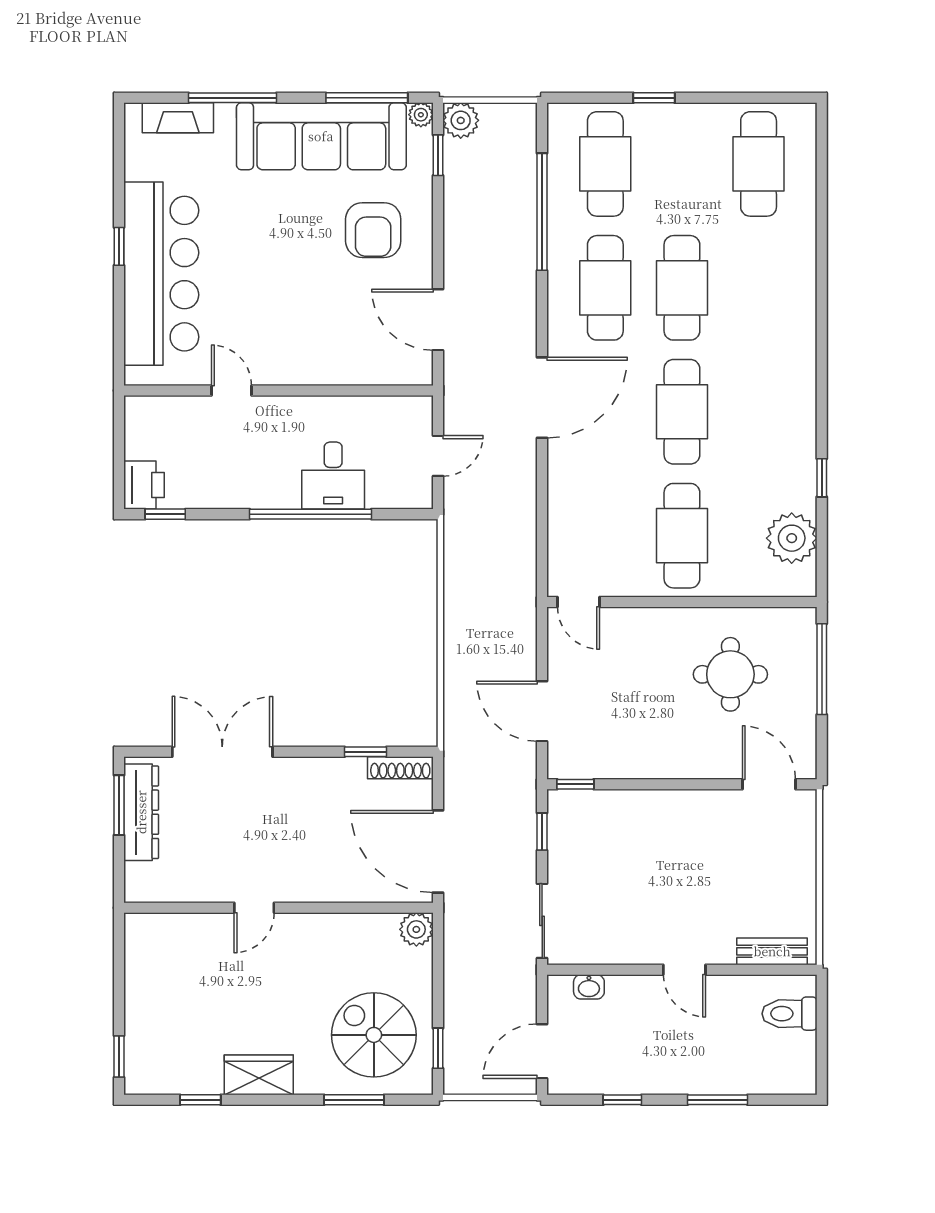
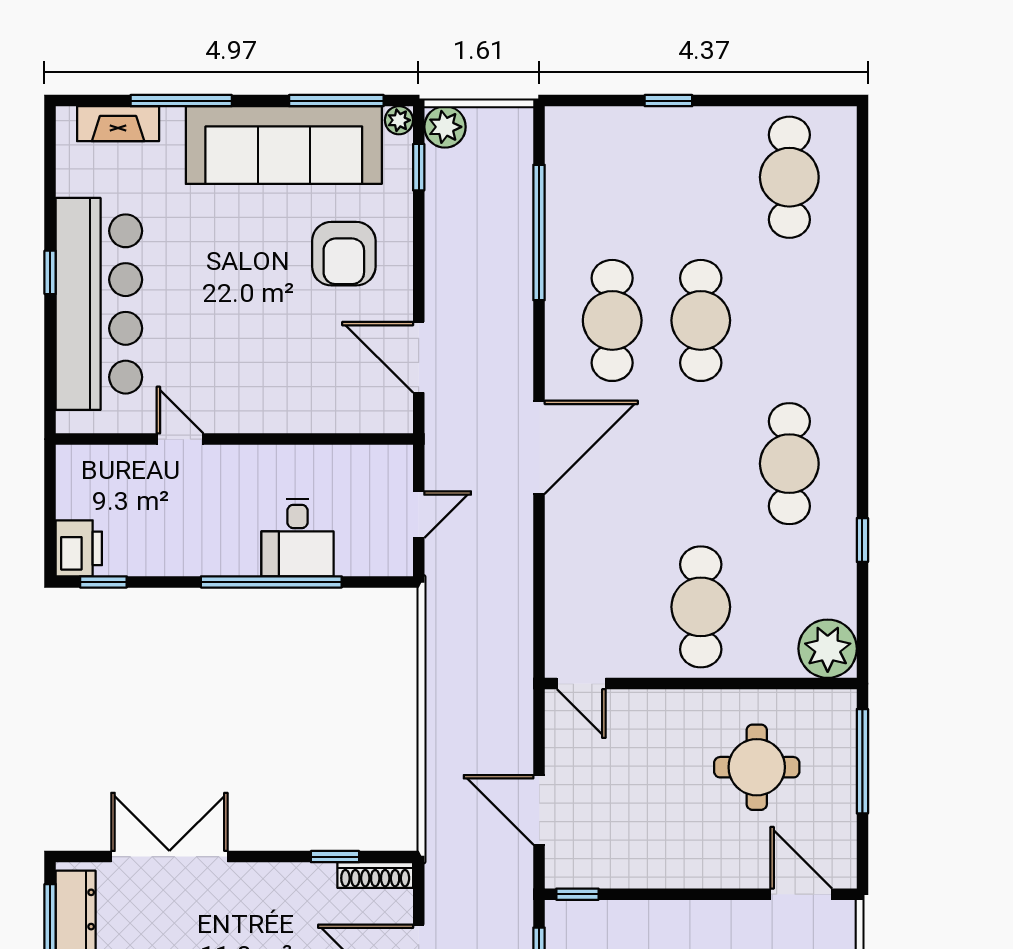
cafe table: (605, 164) -> (612, 177), removed
cafe table: (682, 412) -> (789, 464), moved
plant: (792, 538) -> (828, 649), moved

